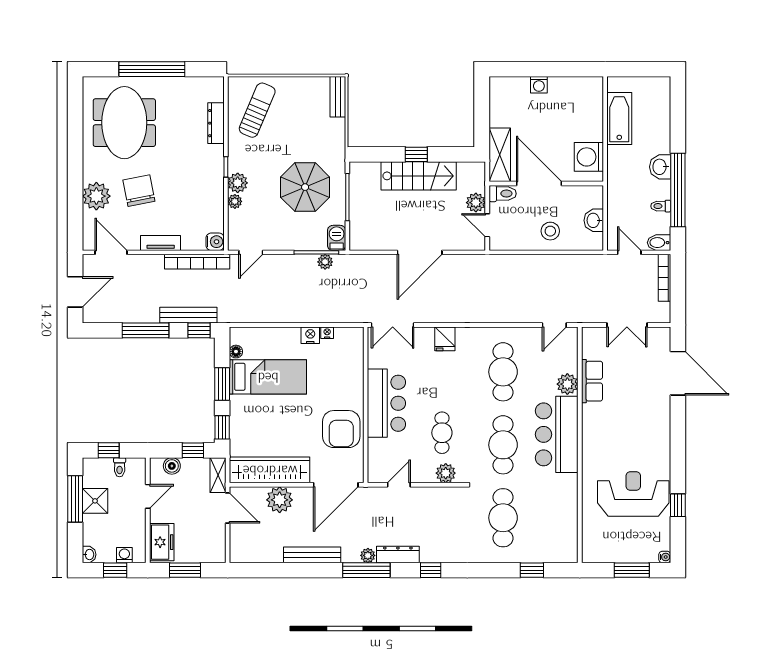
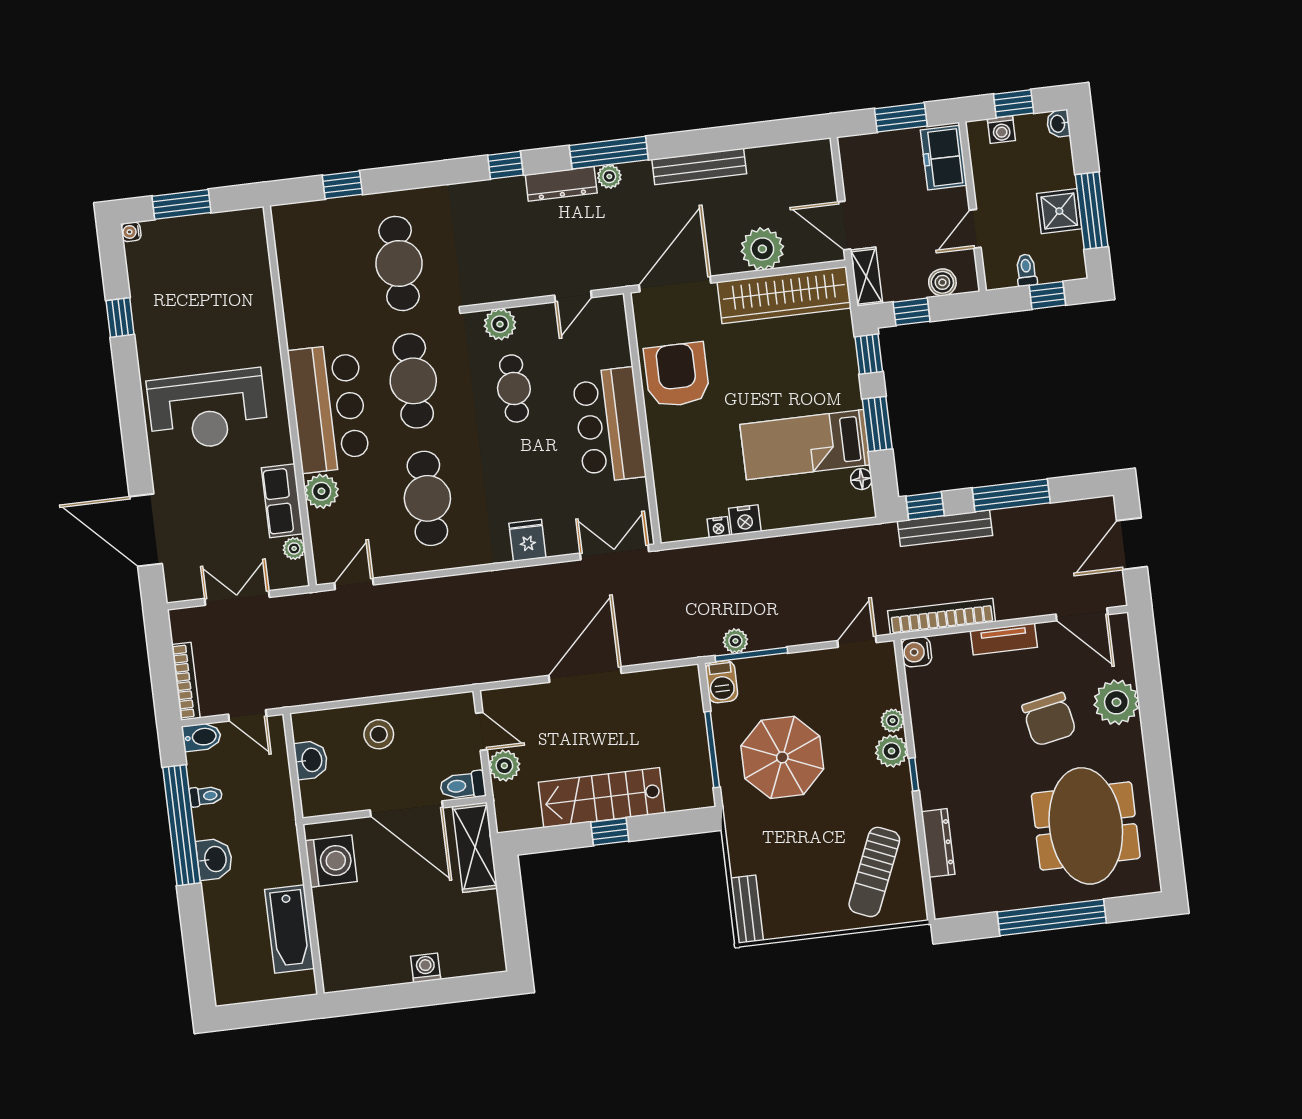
plant: (588, 351) -> (294, 548), added
reception desk: (633, 494) -> (208, 410), moved

